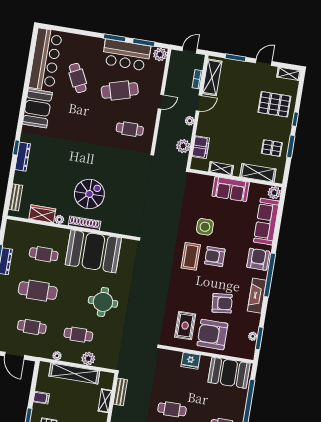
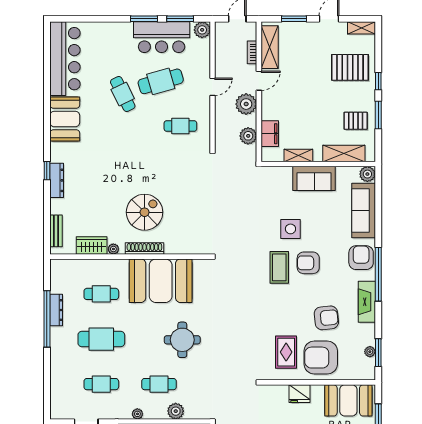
cafe table: (78, 78) -> (123, 94), moved
plant: (190, 121) -> (246, 104), width x1.88, depth x1.88

